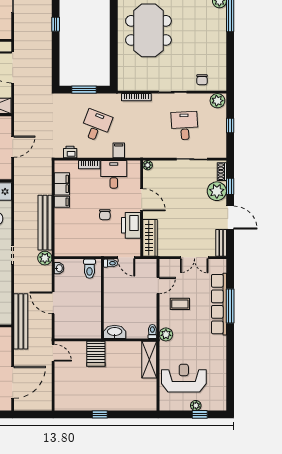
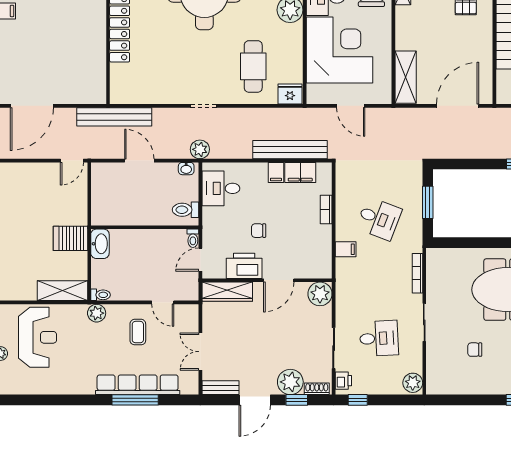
chair: (202, 80) -> (475, 350), moved
window: (230, 125) -> (358, 400), moved
printer: (70, 152) -> (343, 381), moved
plant: (148, 165) -> (320, 294), width x1.87, depth x1.87
desk: (114, 174) -> (221, 188), moved, turned 180
bench: (45, 223) -> (290, 150), moved
door: (53, 303) -> (139, 161), hinge flipped
server rack: (96, 354) -> (70, 238), moved
door: (13, 382) -> (32, 106), hinge flipped

